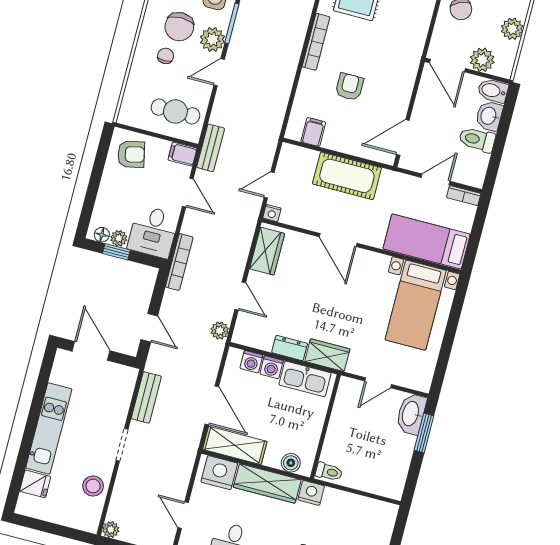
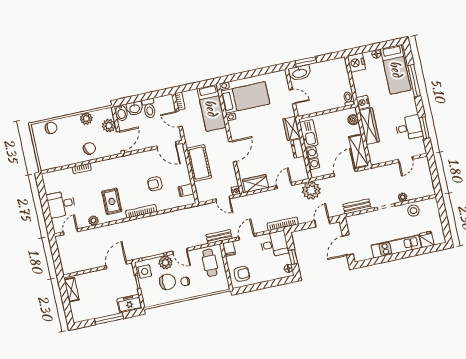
armchair: (131, 154) -> (242, 274), turned 102
plant: (119, 238) -> (286, 259), removed
plant: (220, 331) -> (311, 190), width x1.87, depth x1.87
nightstand: (219, 473) -> (356, 63), moved
plant: (111, 530) -> (403, 197), moved

